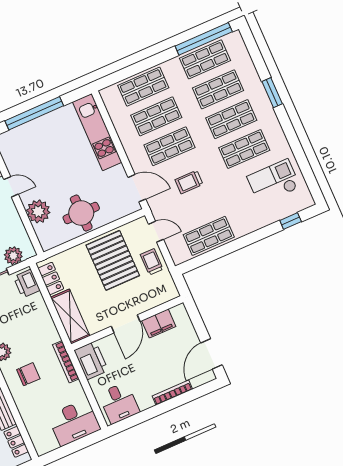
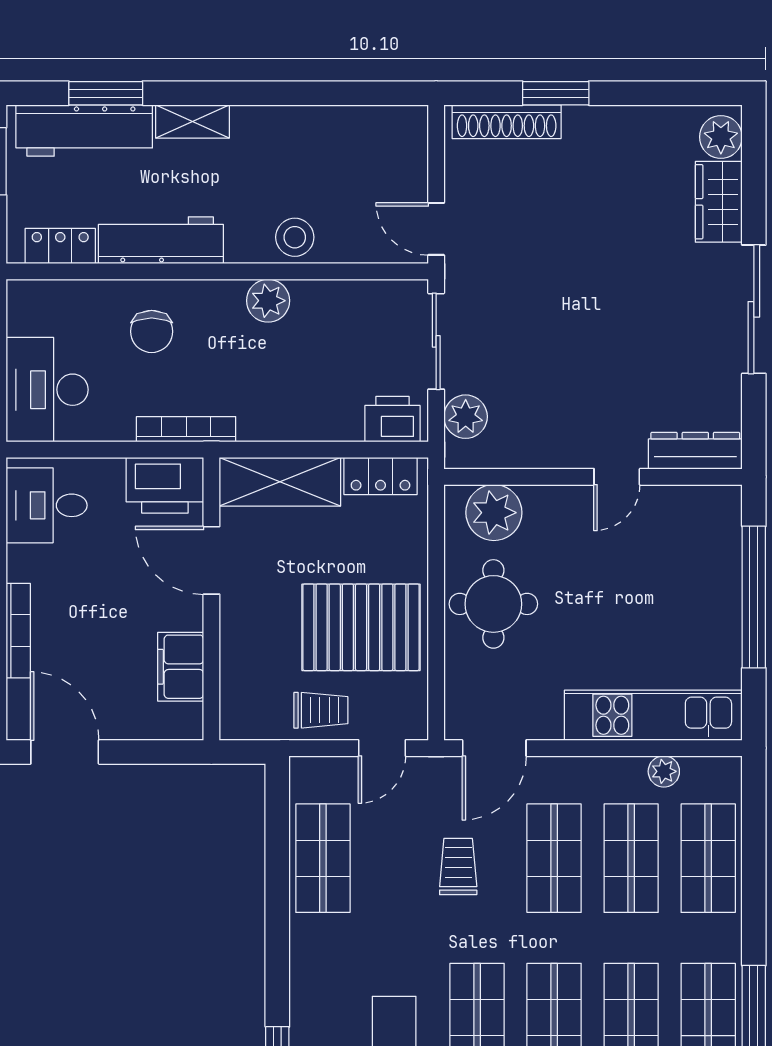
plant: (117, 118) -> (664, 771), added
plant: (38, 211) -> (494, 513), moved
door: (126, 324) -> (211, 560), moved
chair: (28, 374) -> (152, 331), moved

